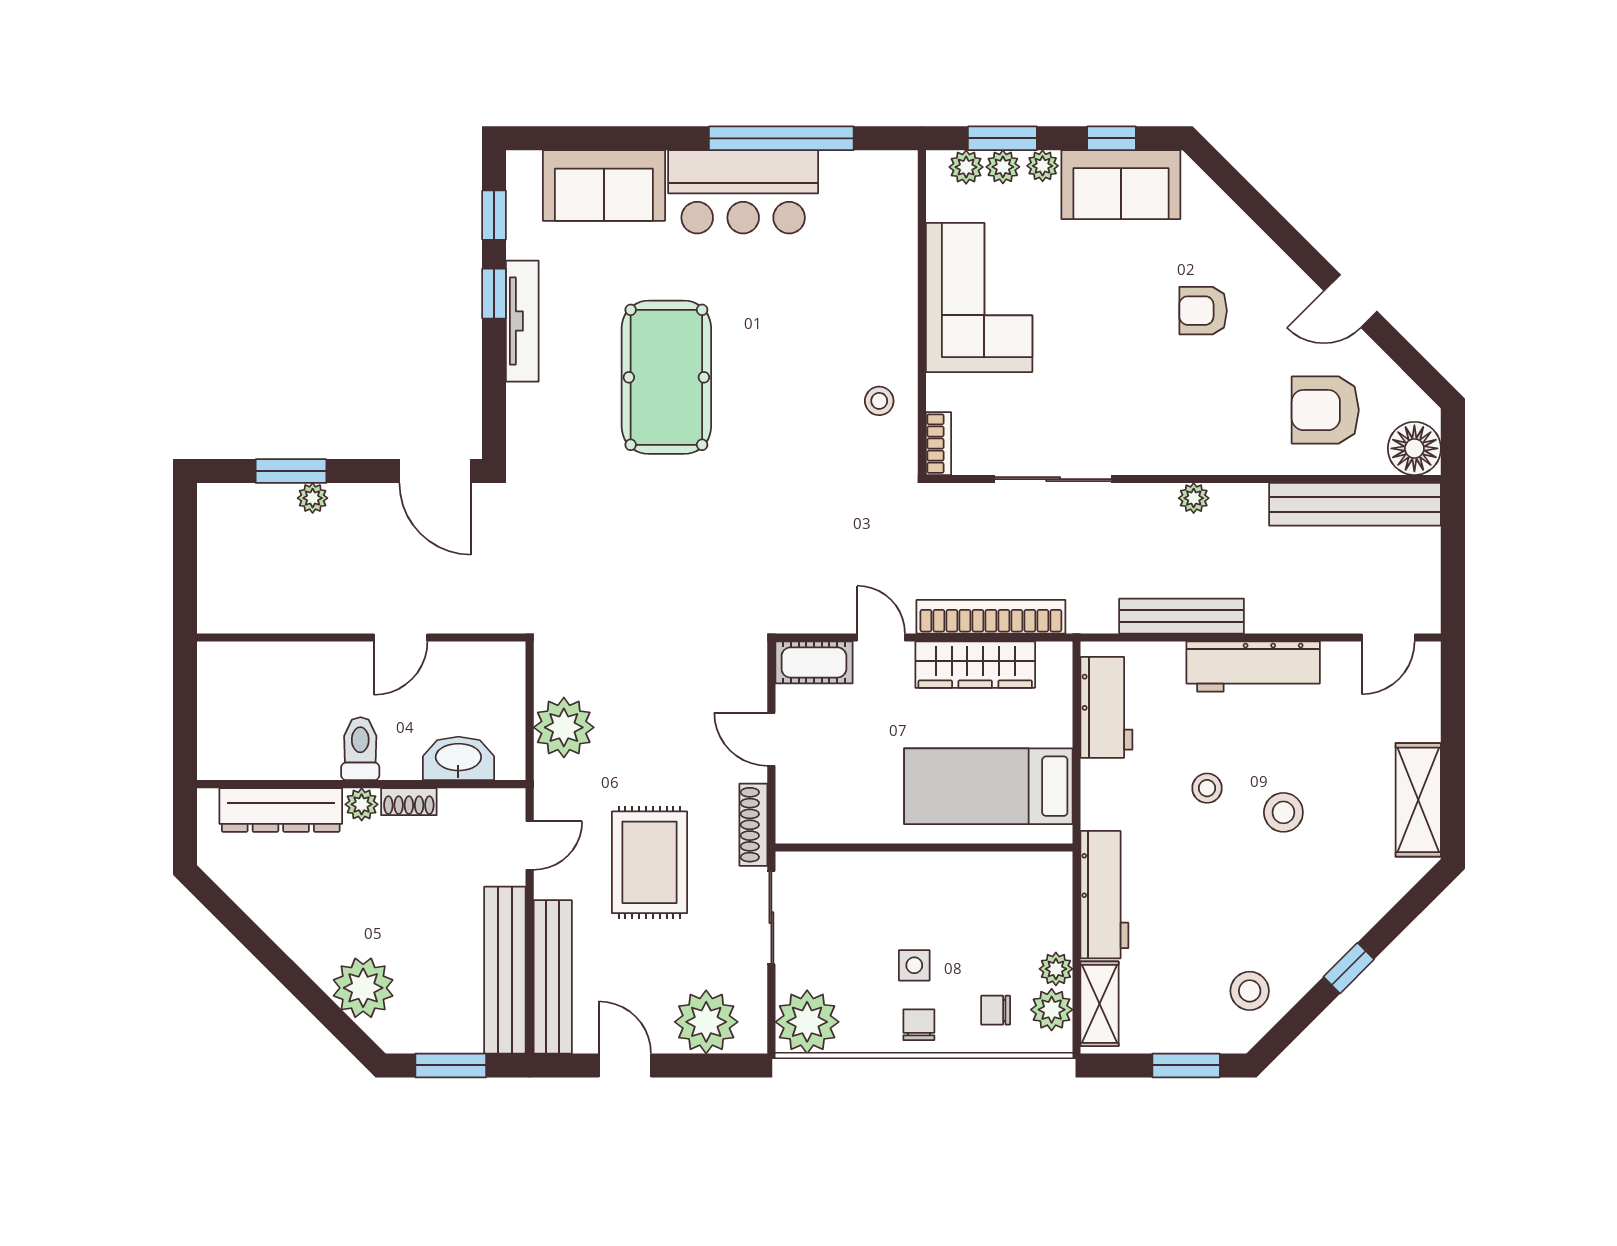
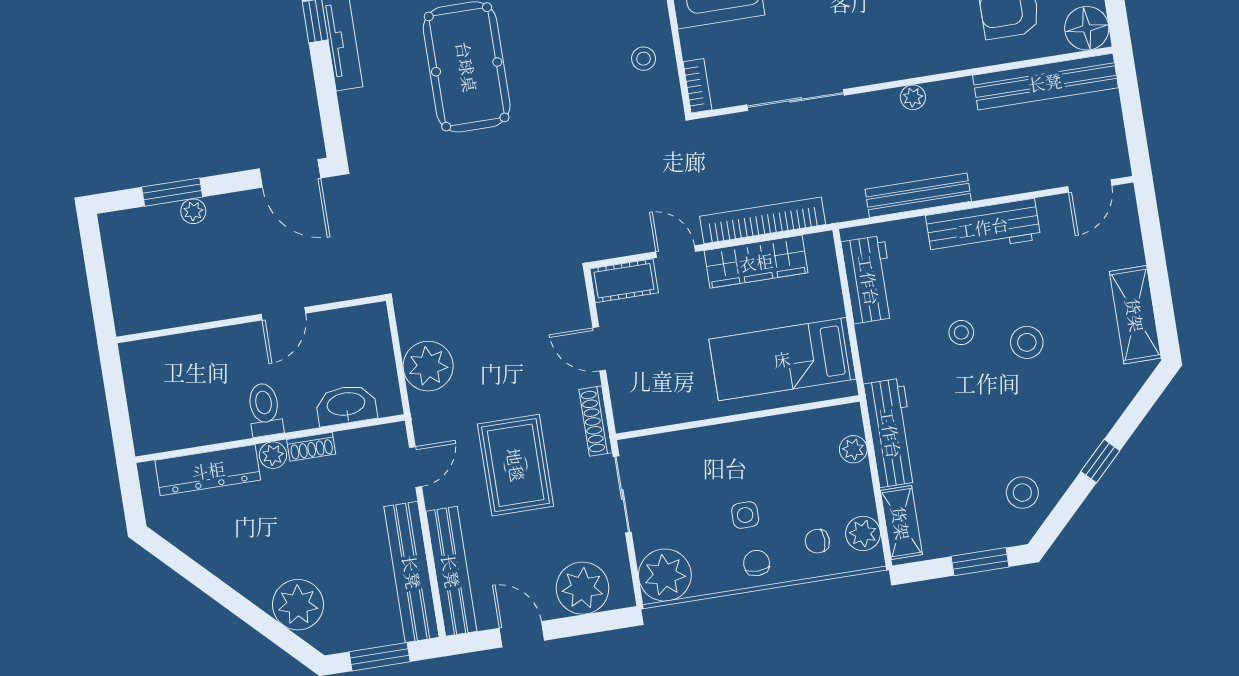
plant: (1056, 969) -> (853, 449), moved

